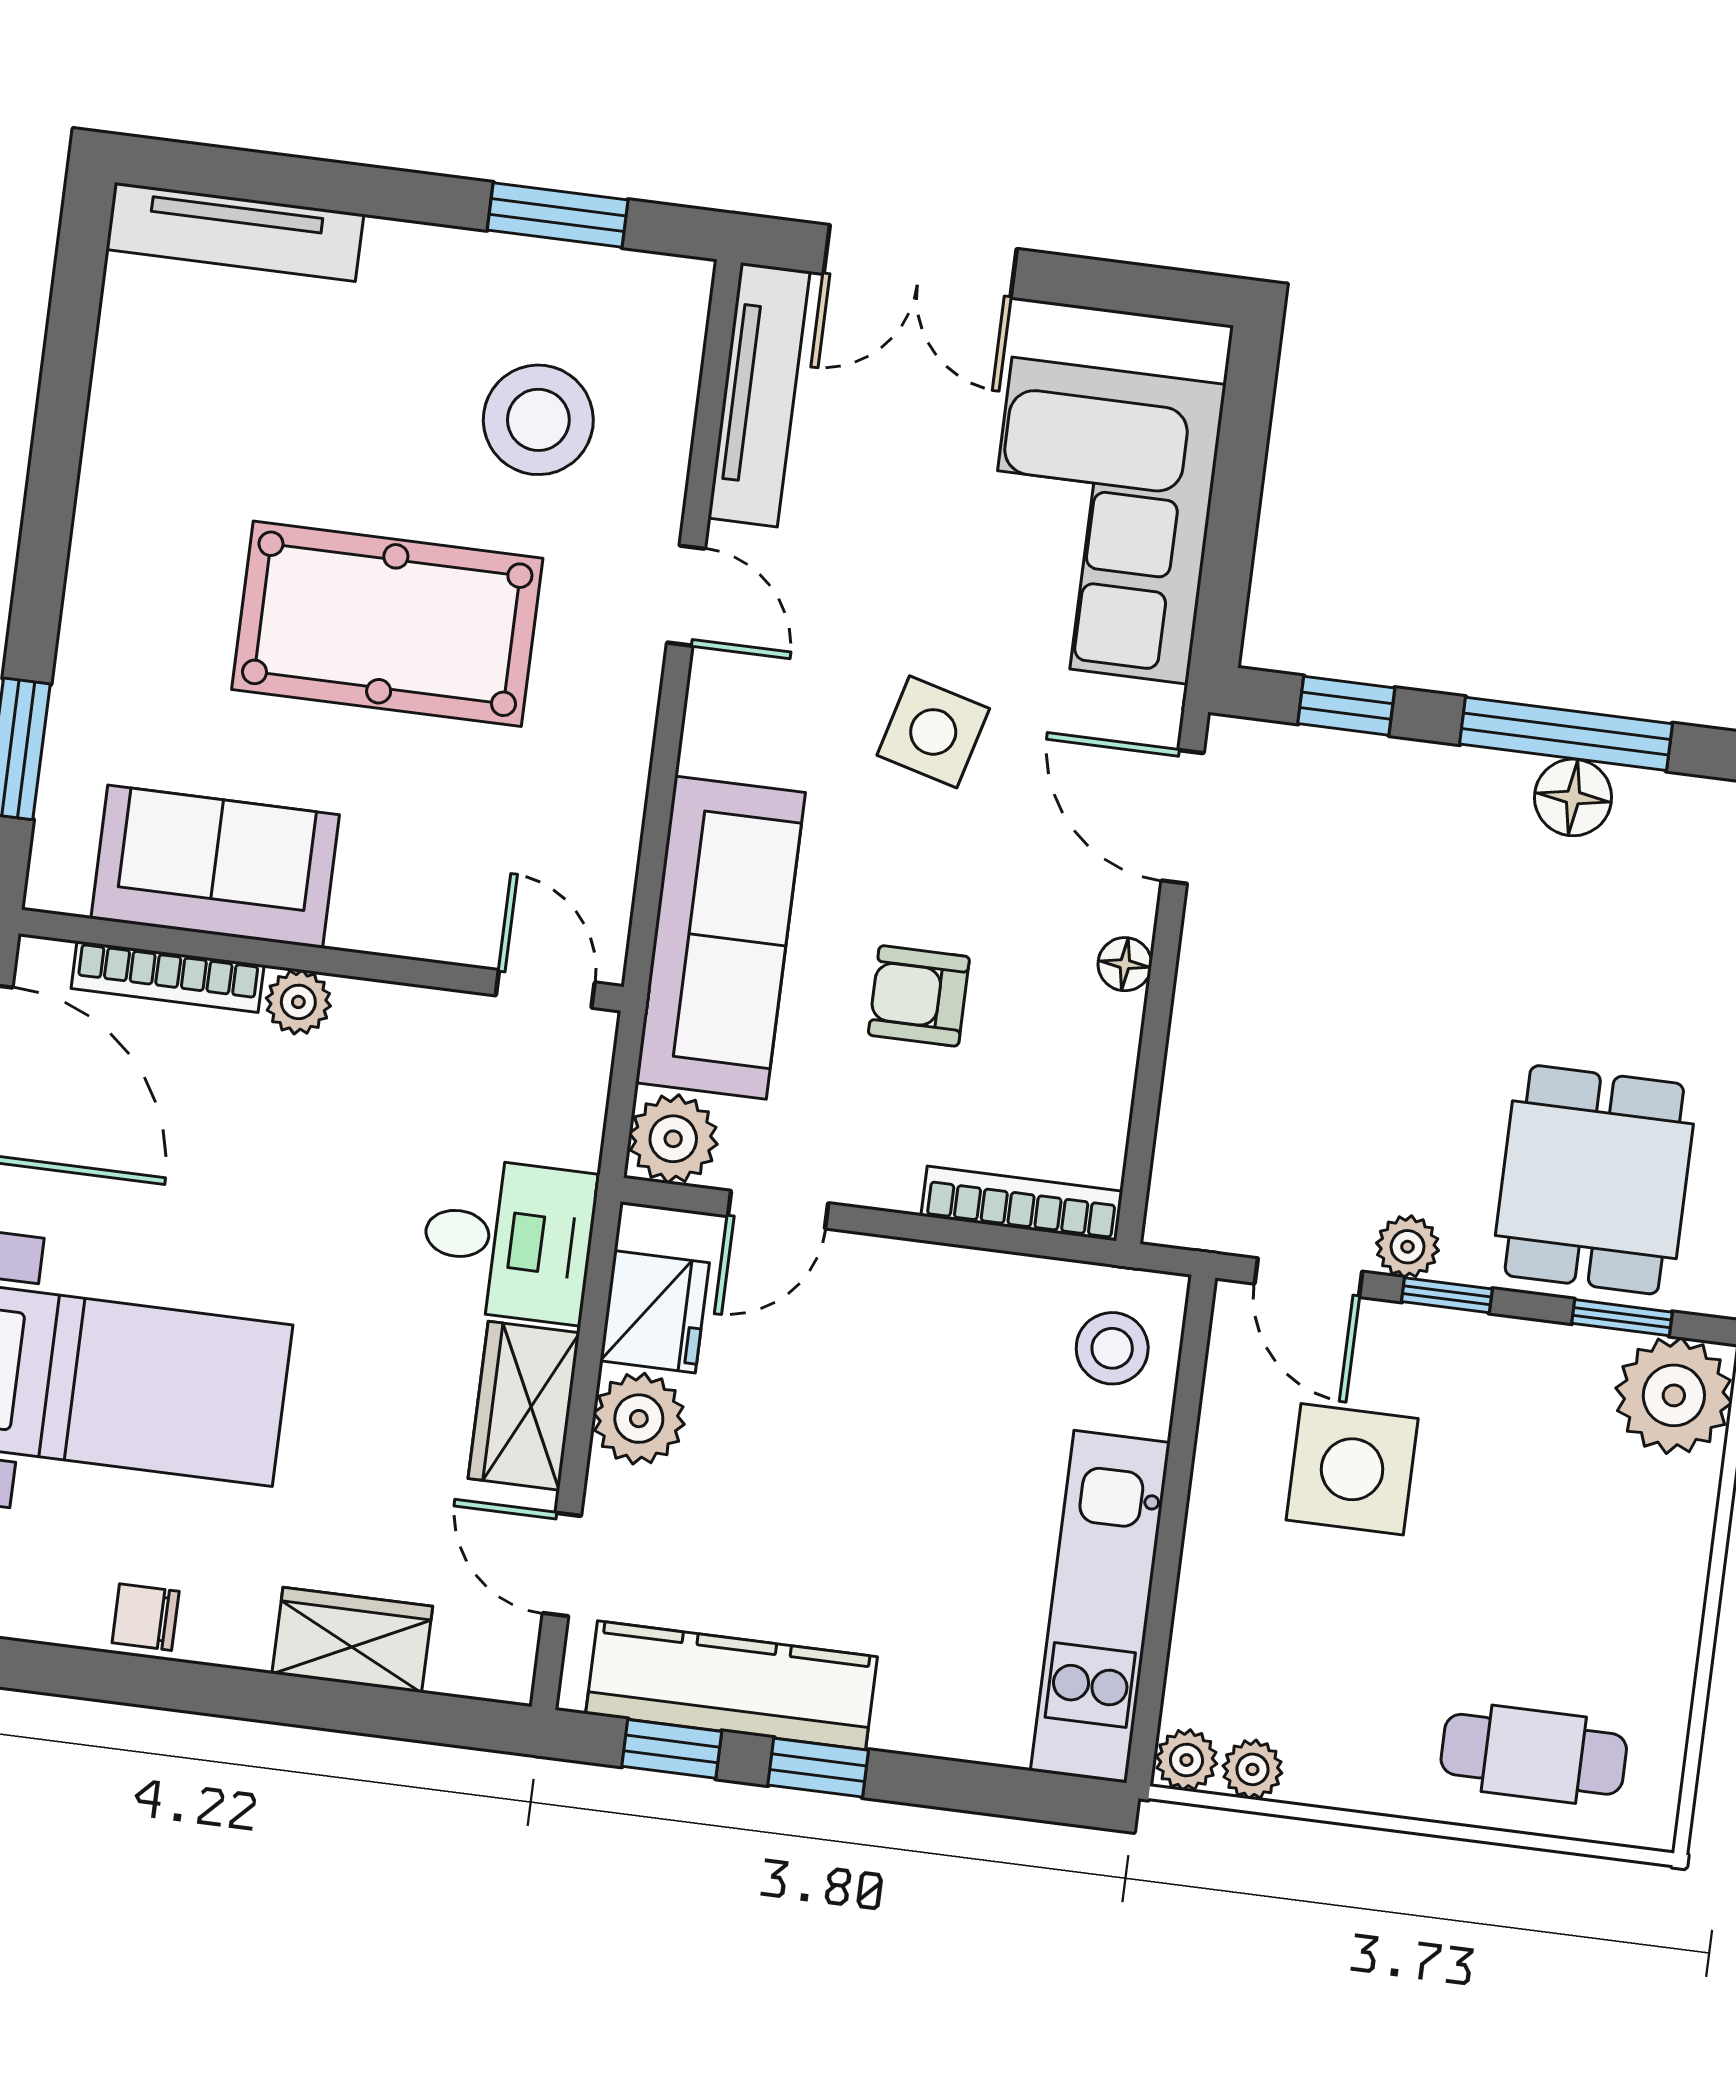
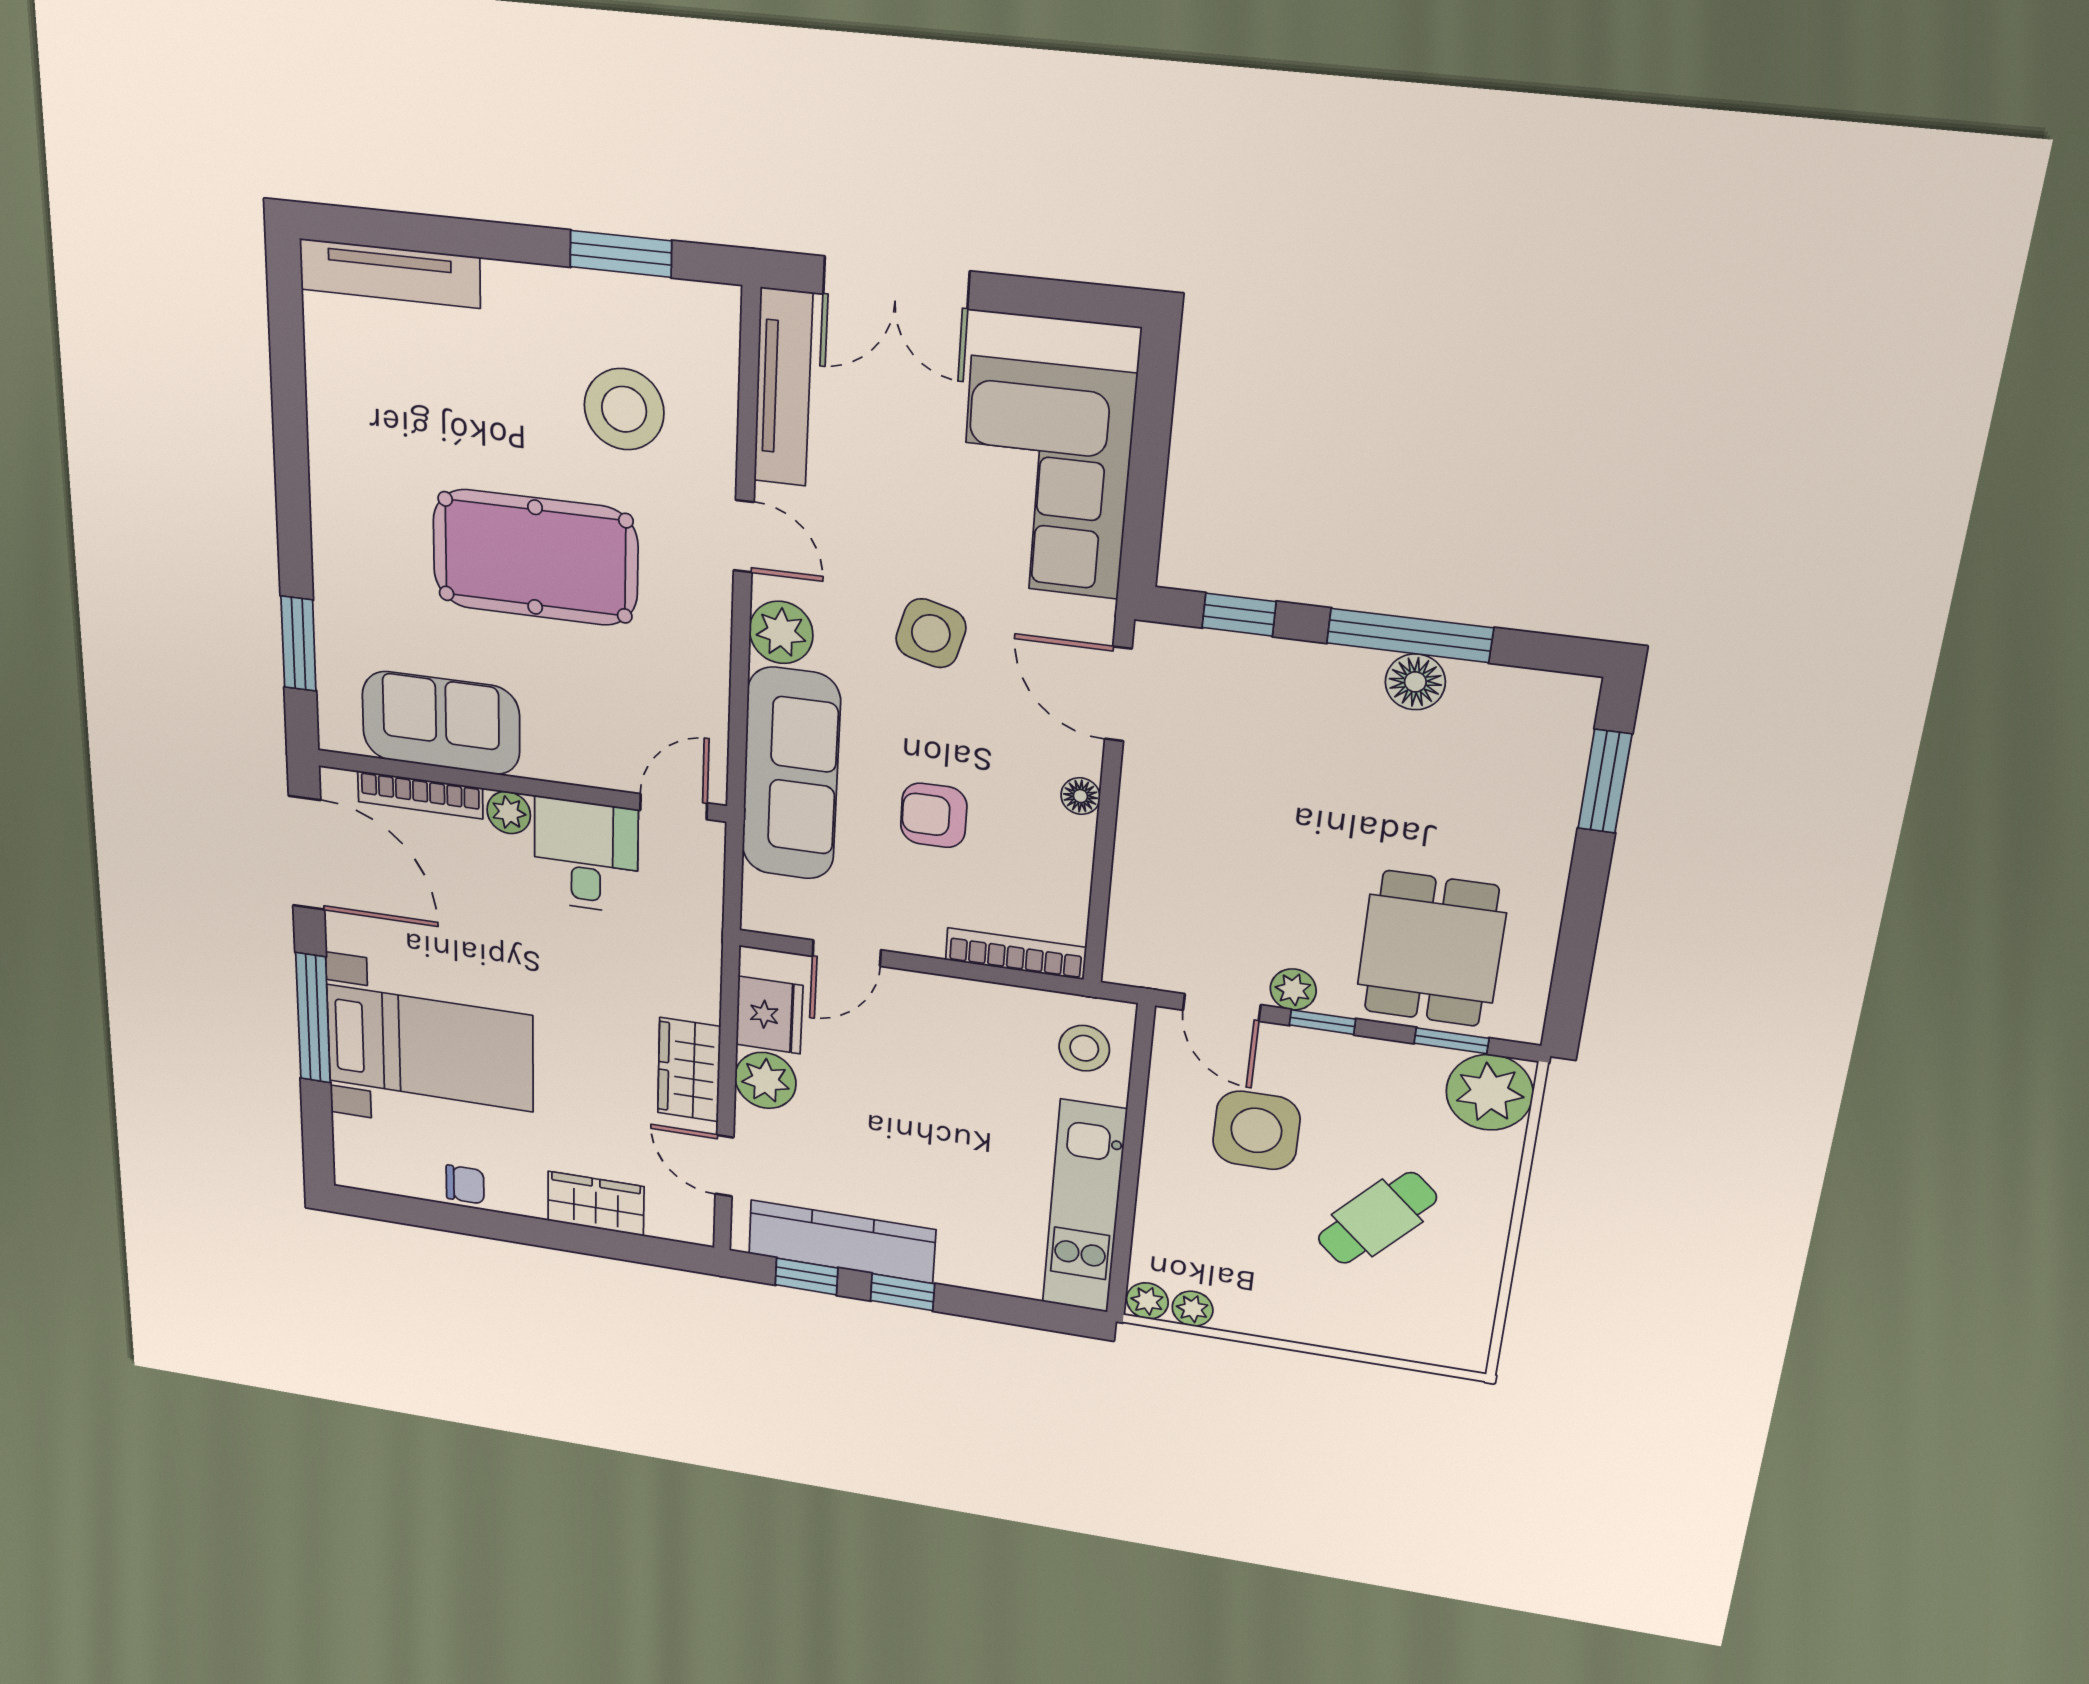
door: (545, 989) -> (674, 807), hinge flipped
plant: (673, 1139) -> (781, 632), moved
desk: (508, 1240) -> (586, 855), moved, turned -90
chair: (146, 1617) -> (465, 1184), turned 180
cafe table: (1534, 1754) -> (1377, 1218), moved, turned -48

